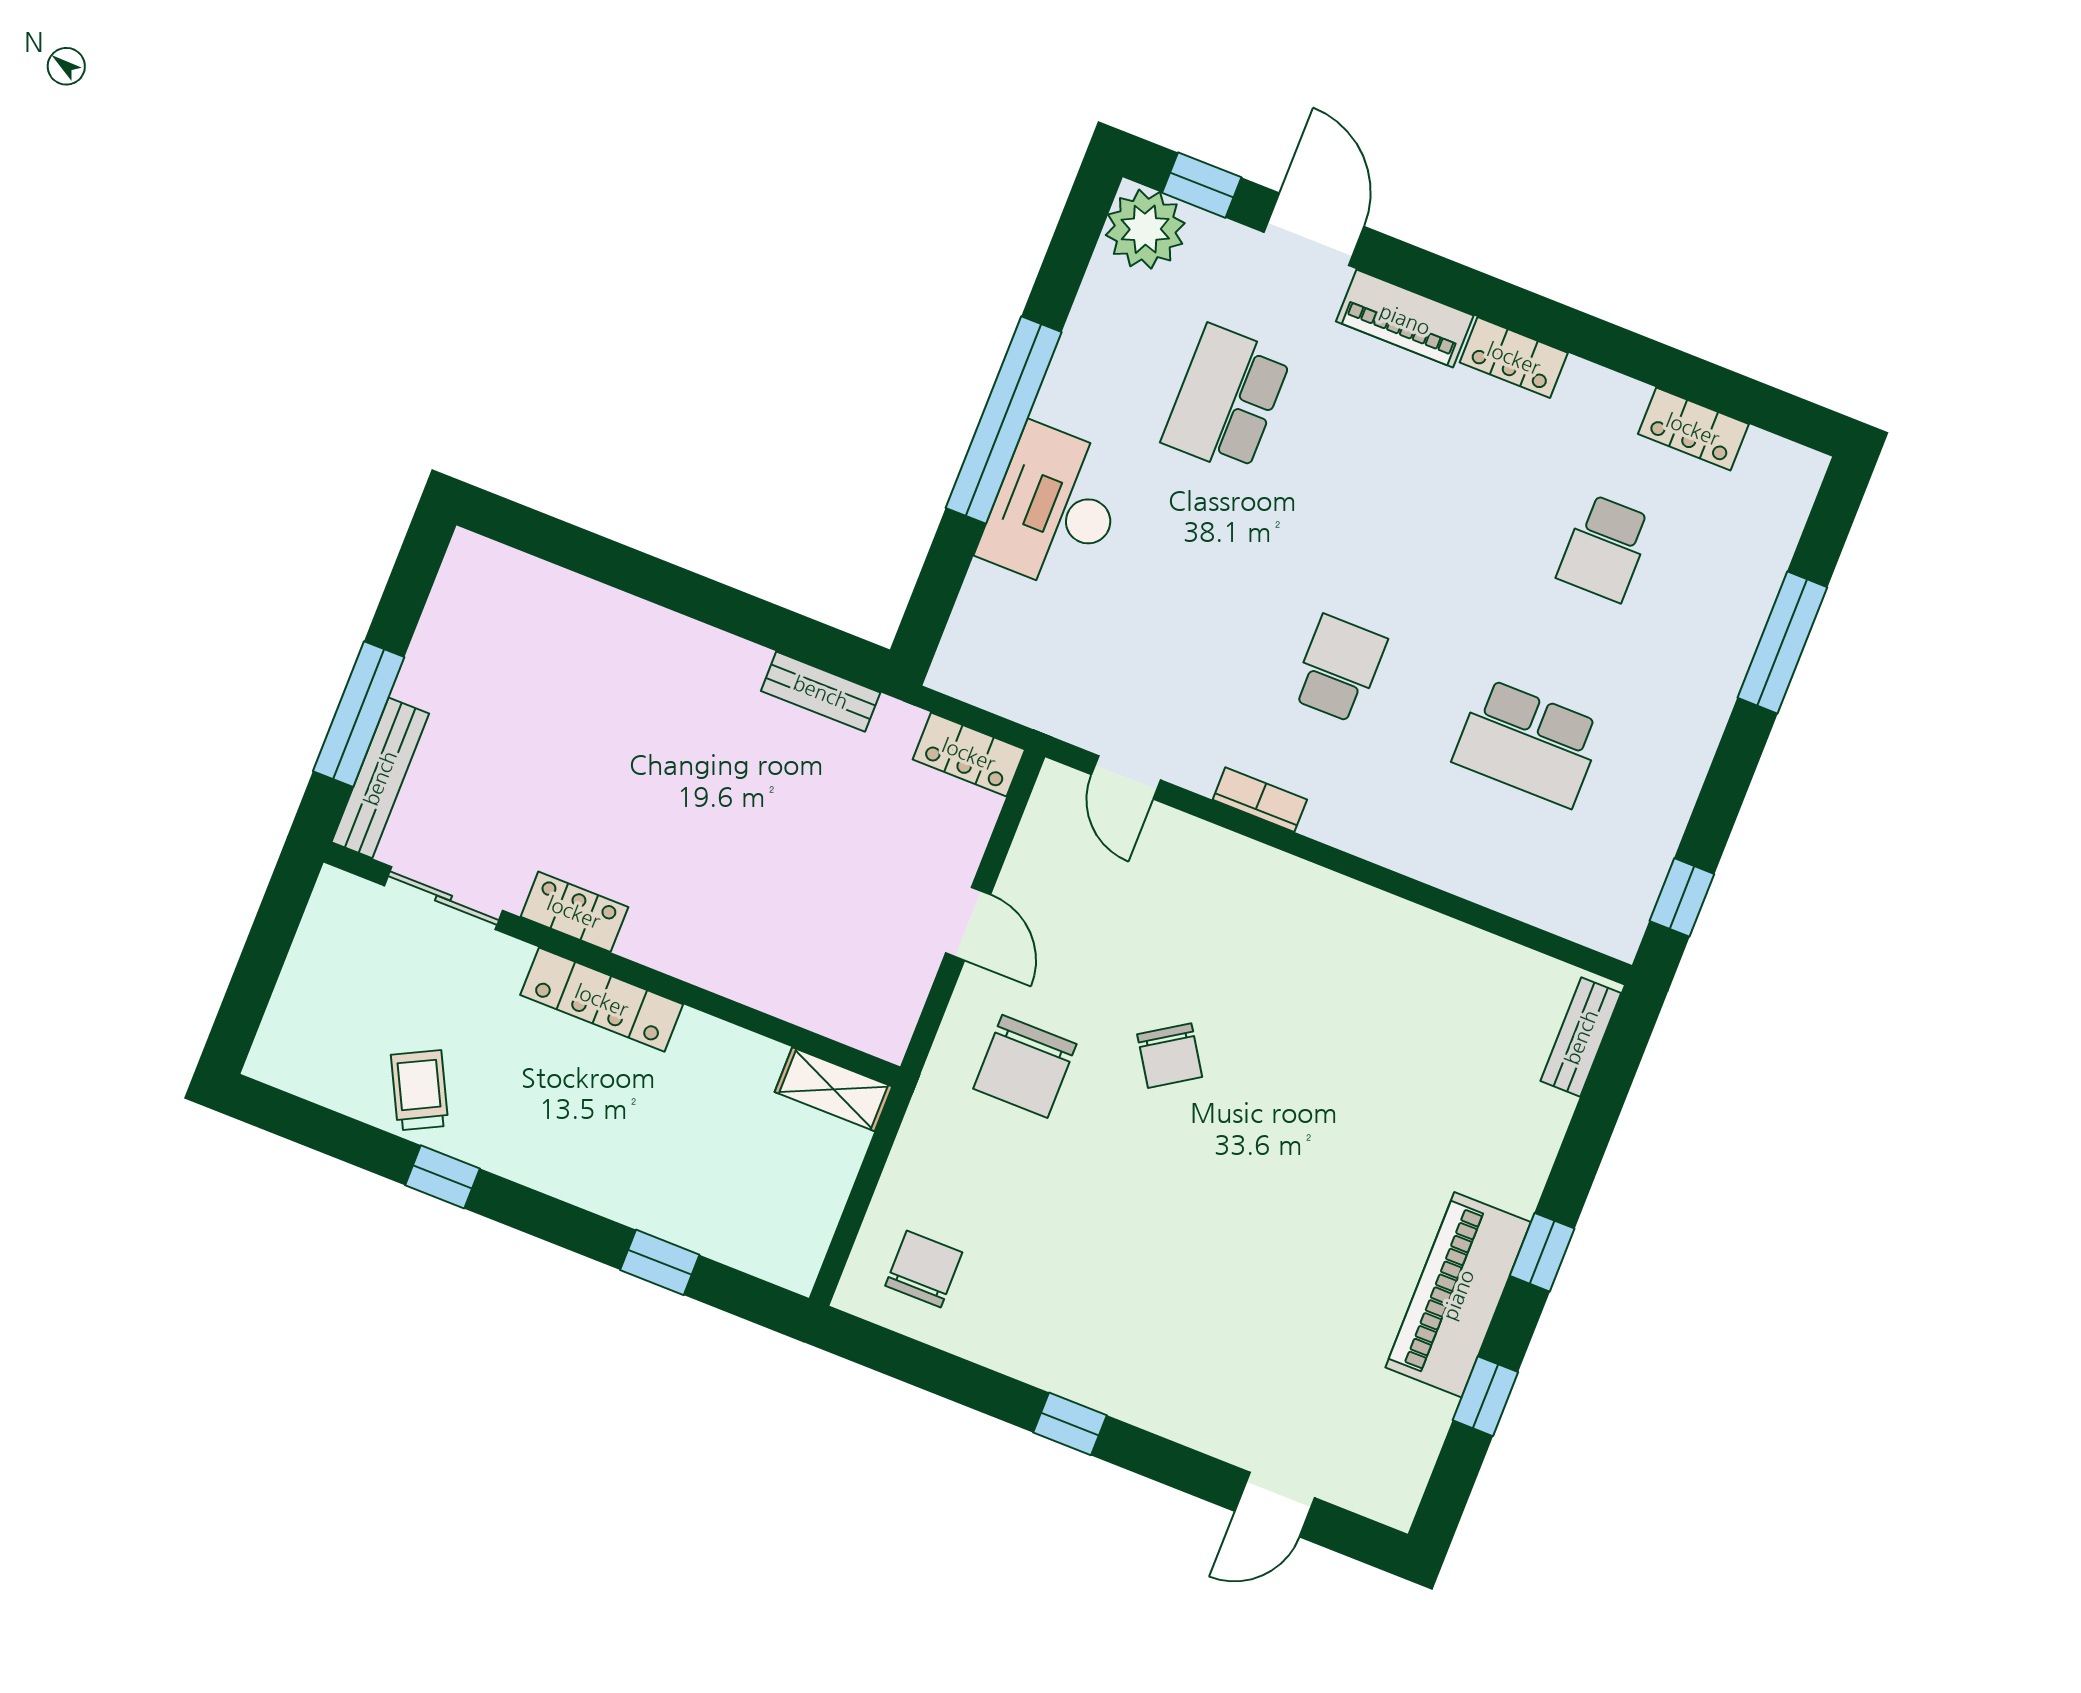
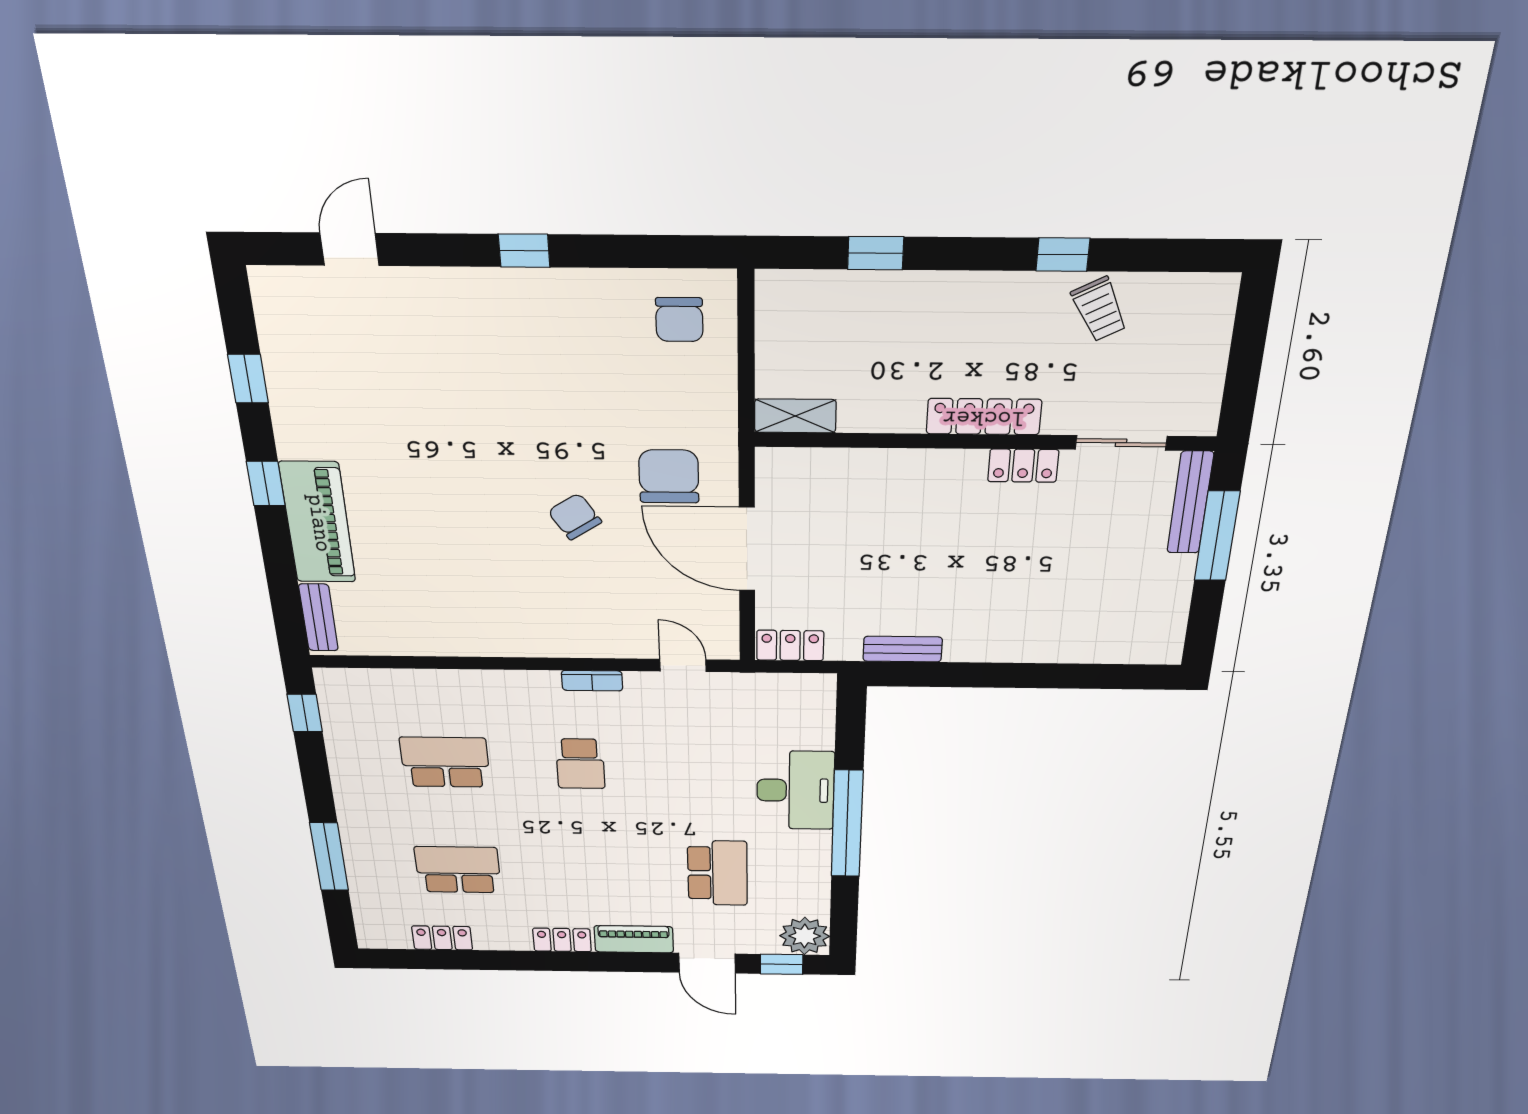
school desk: (1605, 548) -> (458, 870), width x1.85
door: (968, 924) -> (747, 549), width x1.87
piano: (1458, 1295) -> (318, 523), moved

